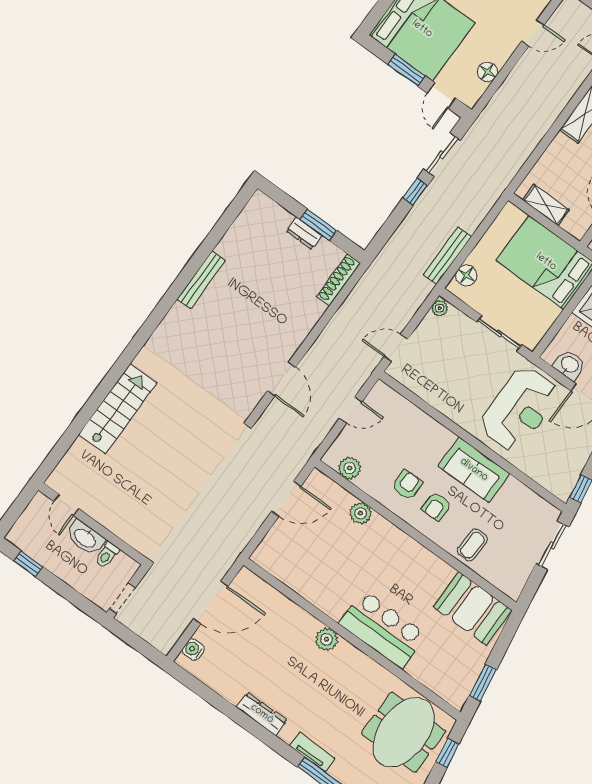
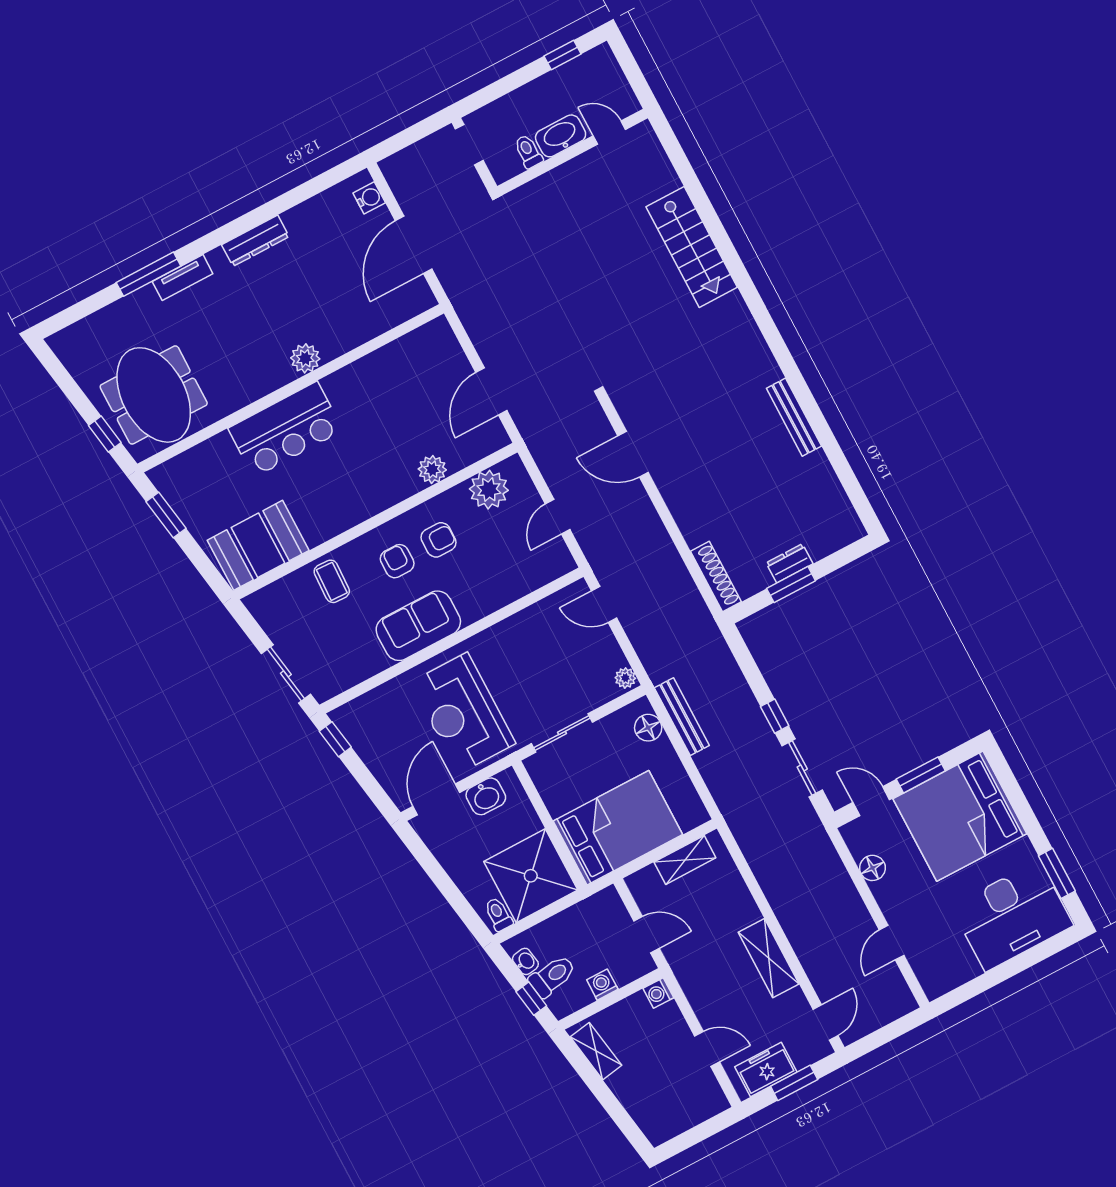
door: (396, 348) -> (604, 604), swing flipped
plant: (350, 468) -> (489, 490), width x1.36, depth x1.36
armchair: (407, 485) -> (439, 540), turned -90

